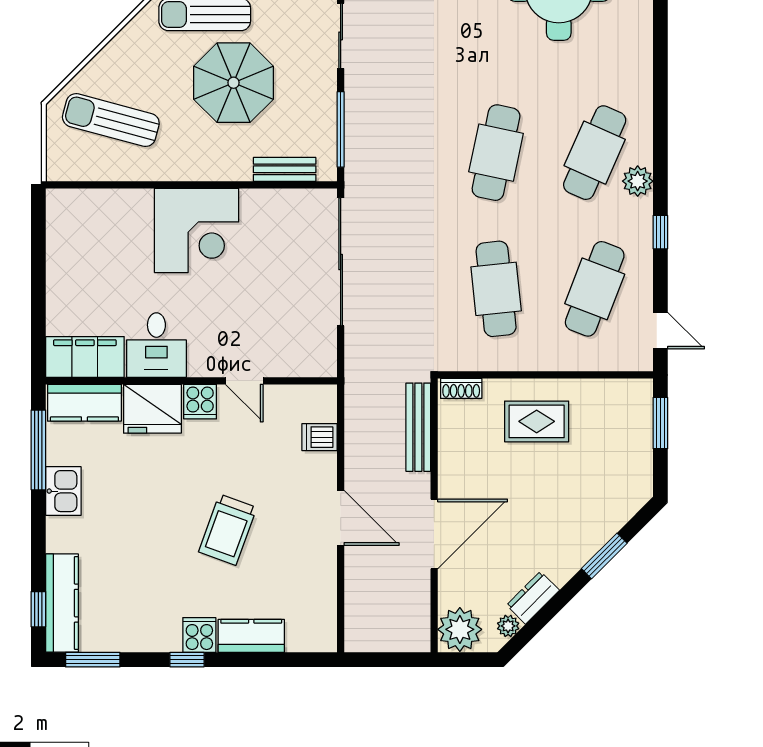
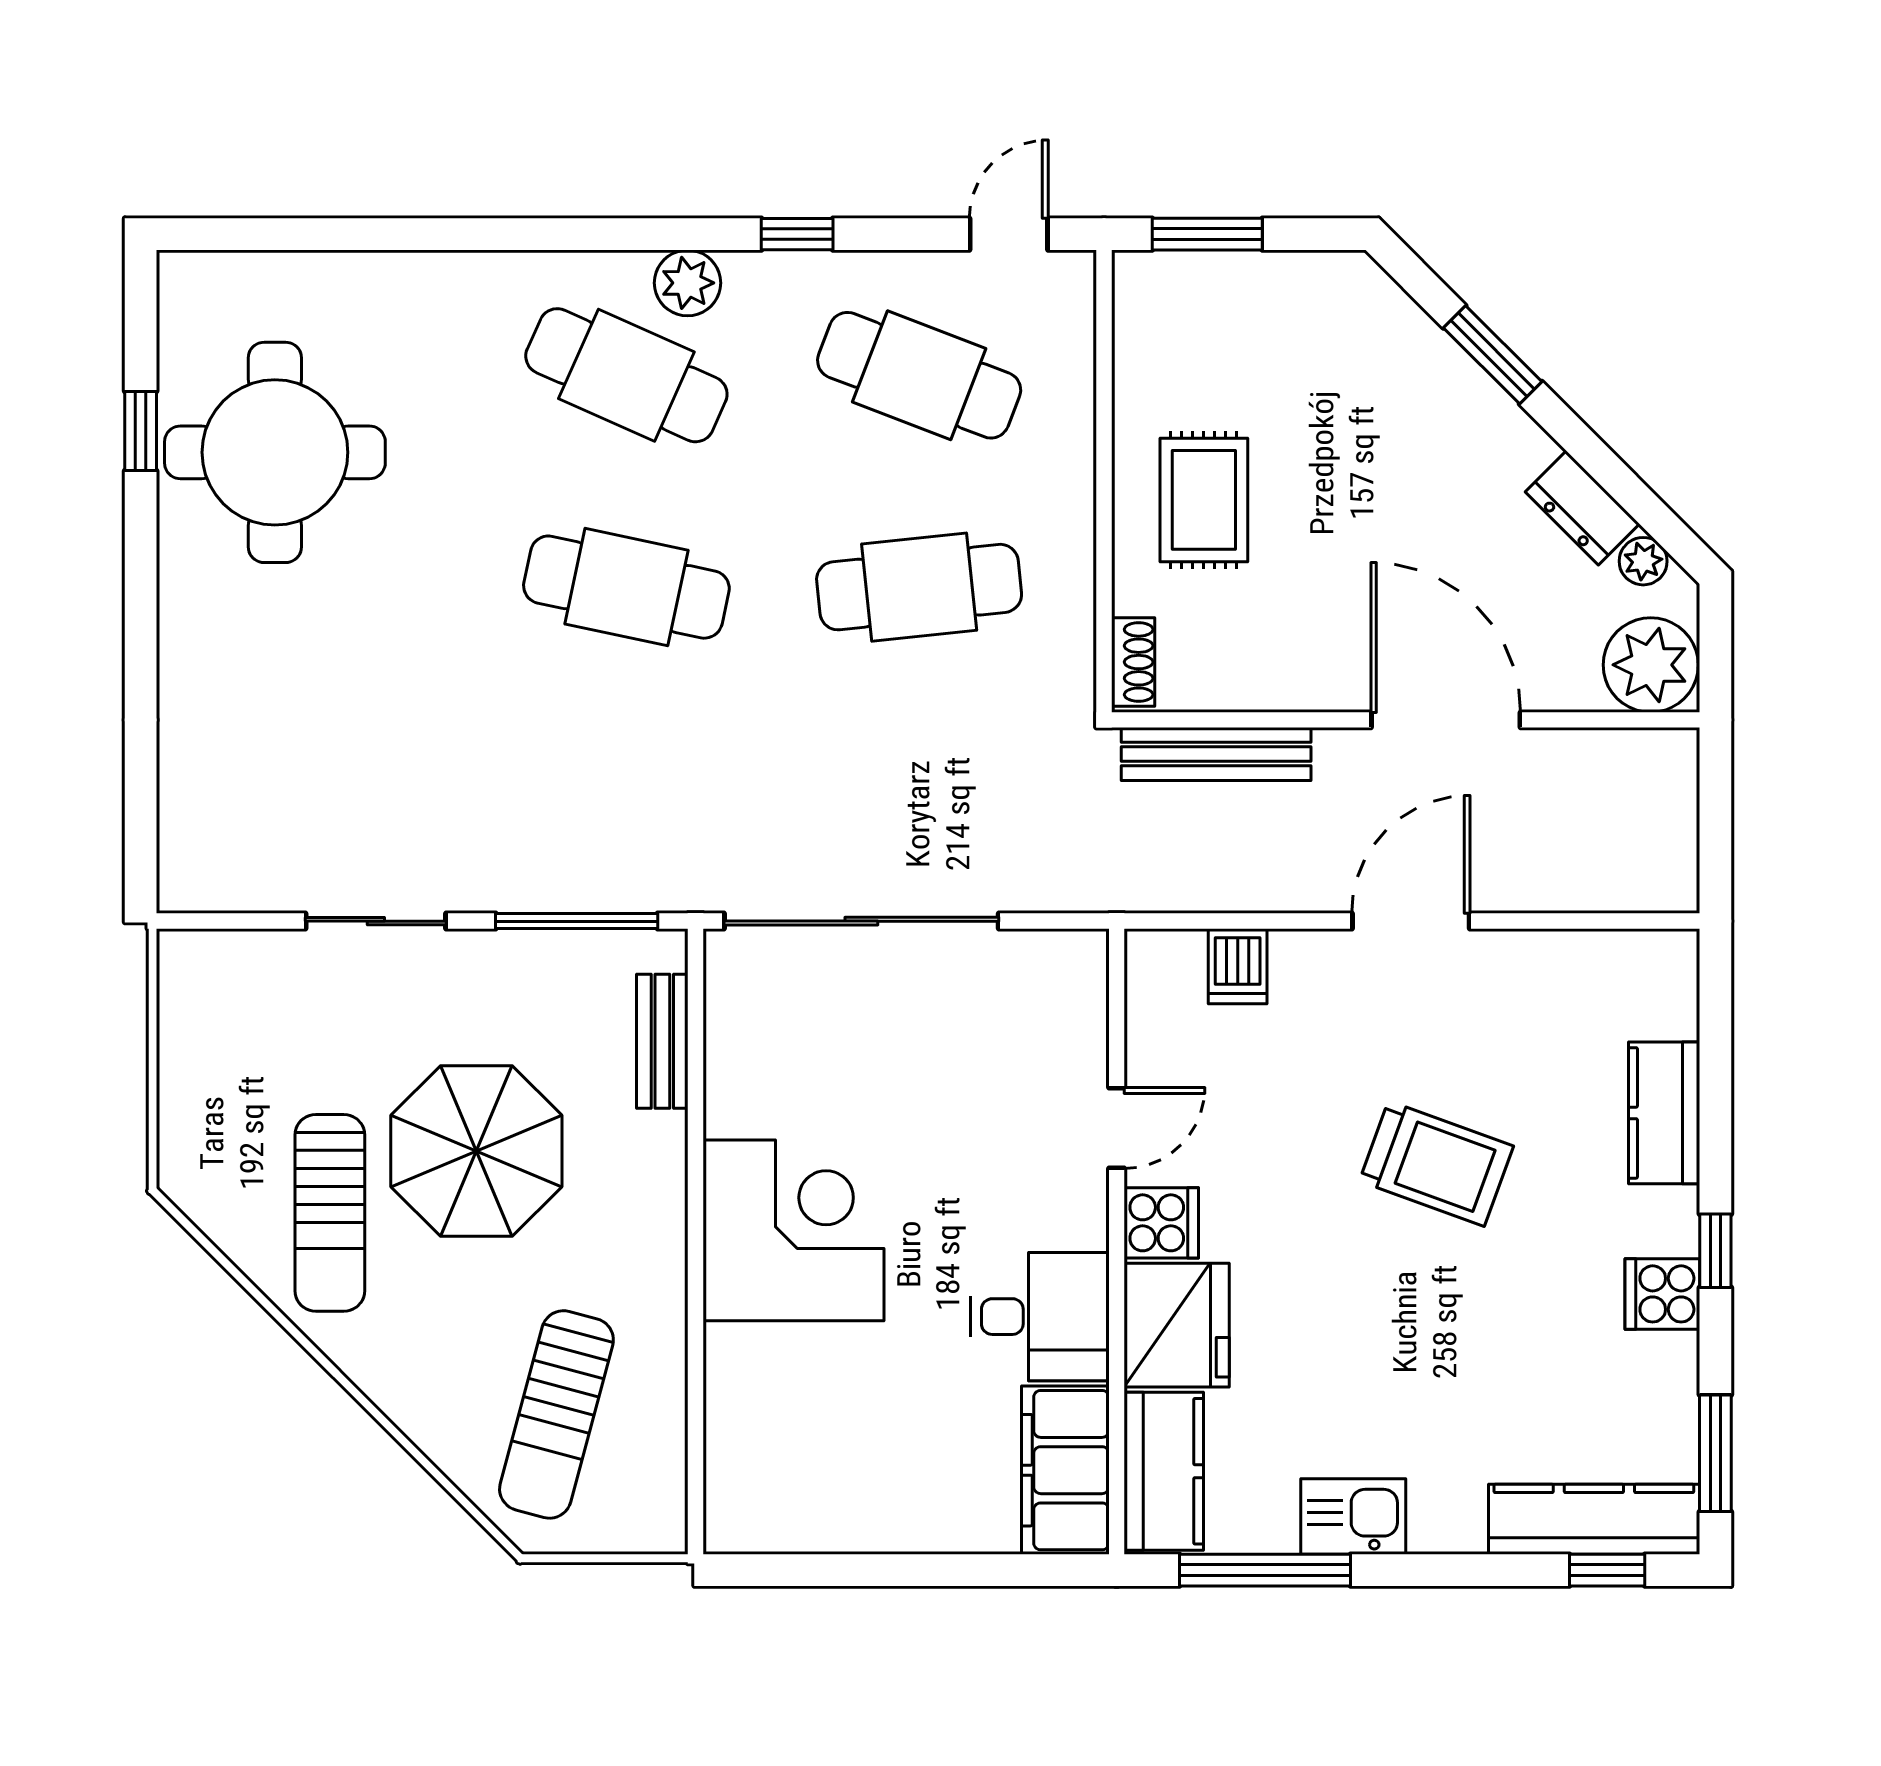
cooker: (199, 635) -> (1662, 1294), moved

